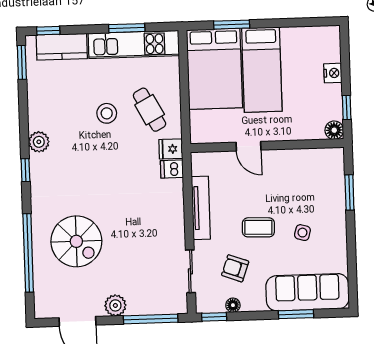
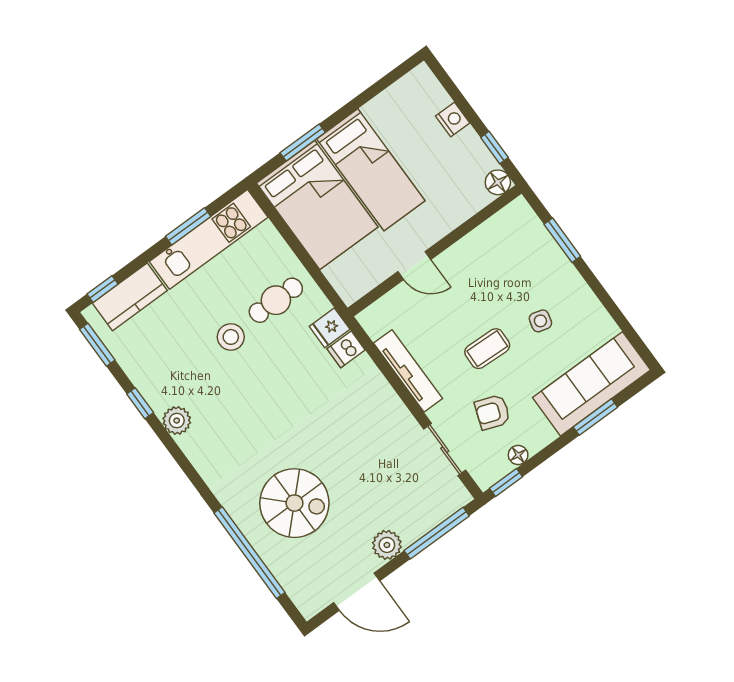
cafe table: (150, 110) -> (276, 300), turned -62
window: (25, 170) -> (140, 403), moved

